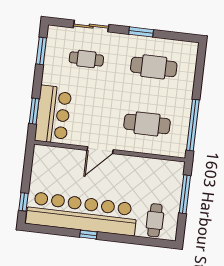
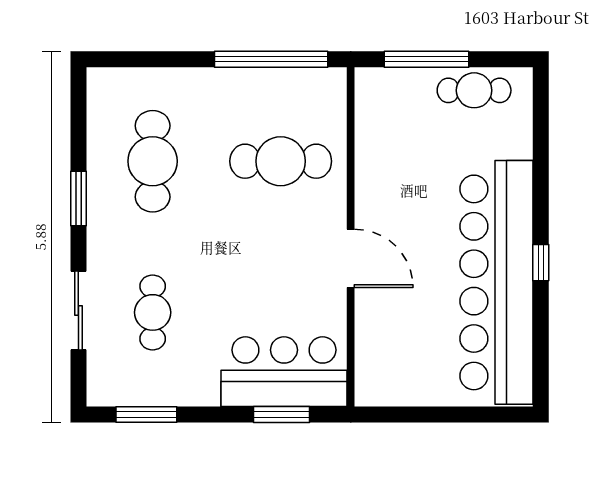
cafe table: (147, 124) -> (281, 161), turned 90
window: (24, 202) -> (485, 414), removed
cafe table: (155, 220) -> (474, 90), moved

